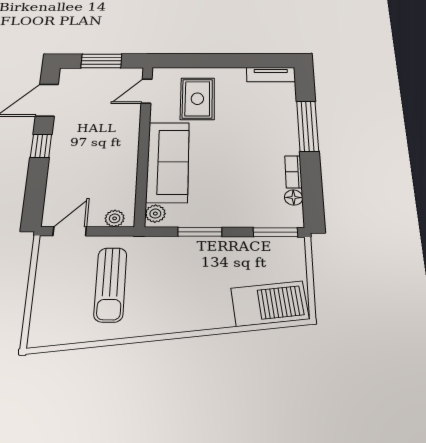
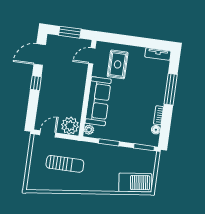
plant: (115, 218) -> (70, 126), width x1.87, depth x1.87
sun lounger: (110, 284) -> (65, 164), turned -90

